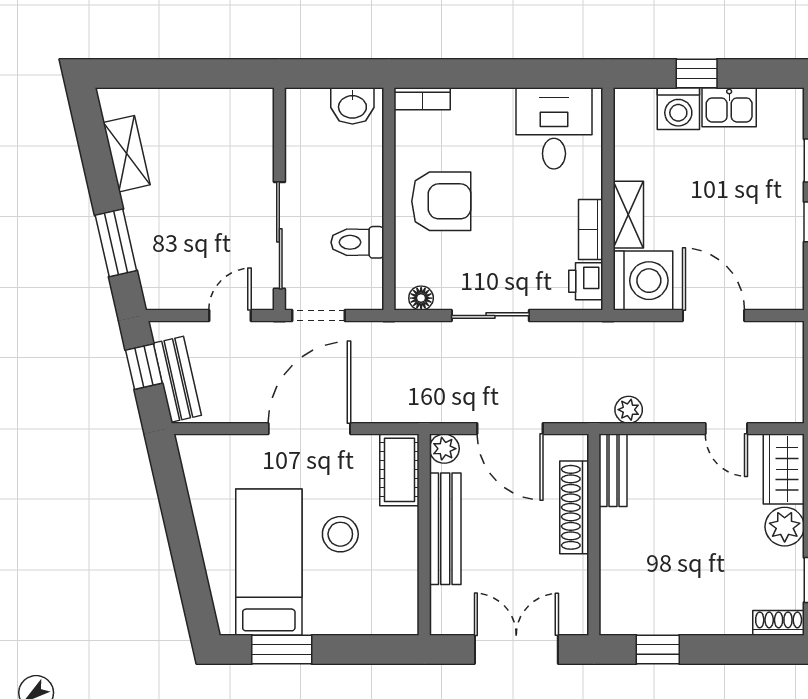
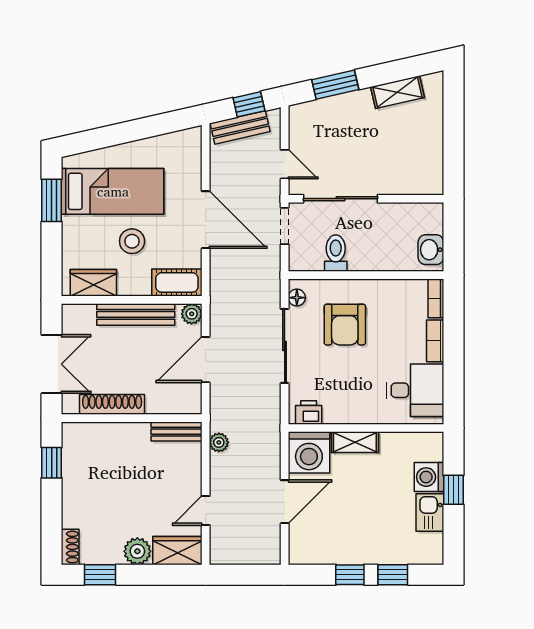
armchair: (441, 201) -> (345, 325), moved
bookcase: (591, 230) -> (435, 341), moved, turned -90
sliding door: (490, 316) -> (285, 346), width x1.37
shoe rack: (574, 507) -> (112, 404), moved
wardrobe: (400, 590) -> (93, 283), added

